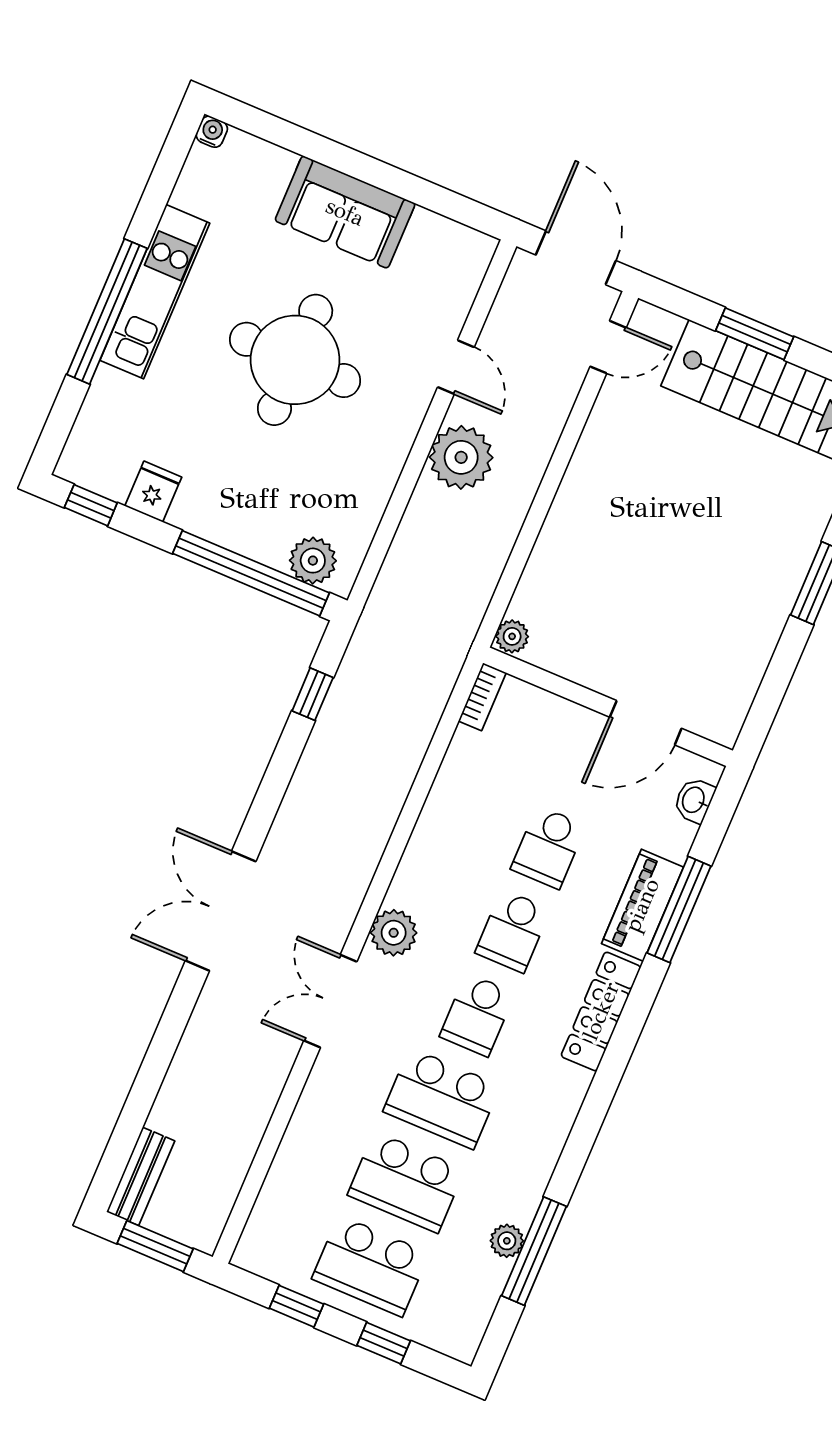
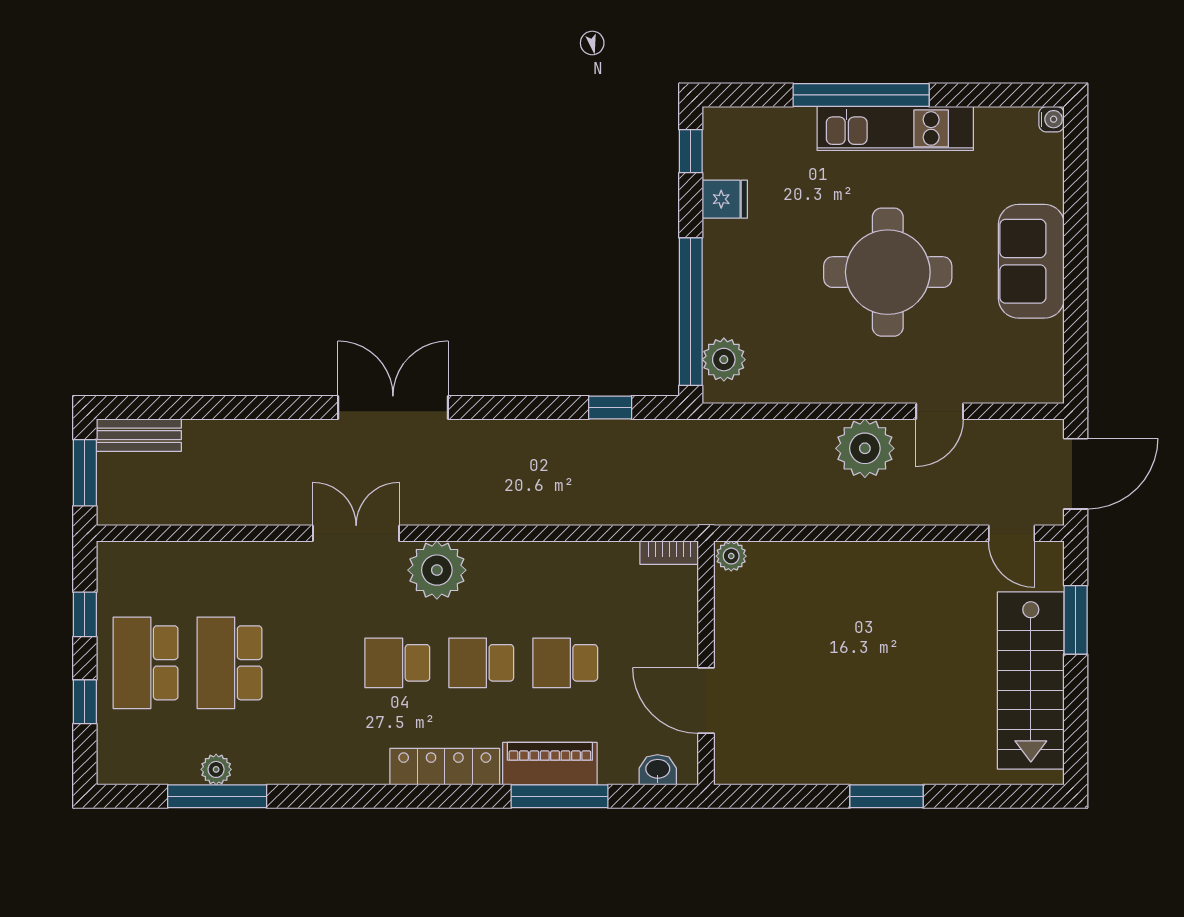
window: (755, 334) -> (1076, 620), moved
plant: (394, 933) -> (437, 570), width x1.36, depth x1.36
school desk: (442, 1099) -> (313, 663), removed

